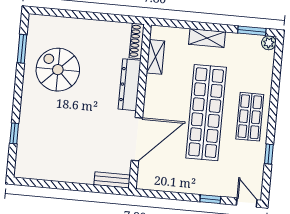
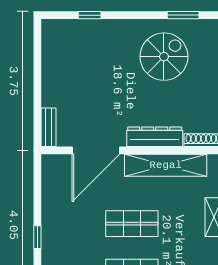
shelving: (156, 57) -> (166, 165), width x2.20, depth x1.33
shop shelf: (206, 113) -> (132, 224), width x0.50, depth x0.74
door: (137, 139) -> (96, 150), hinge flipped

